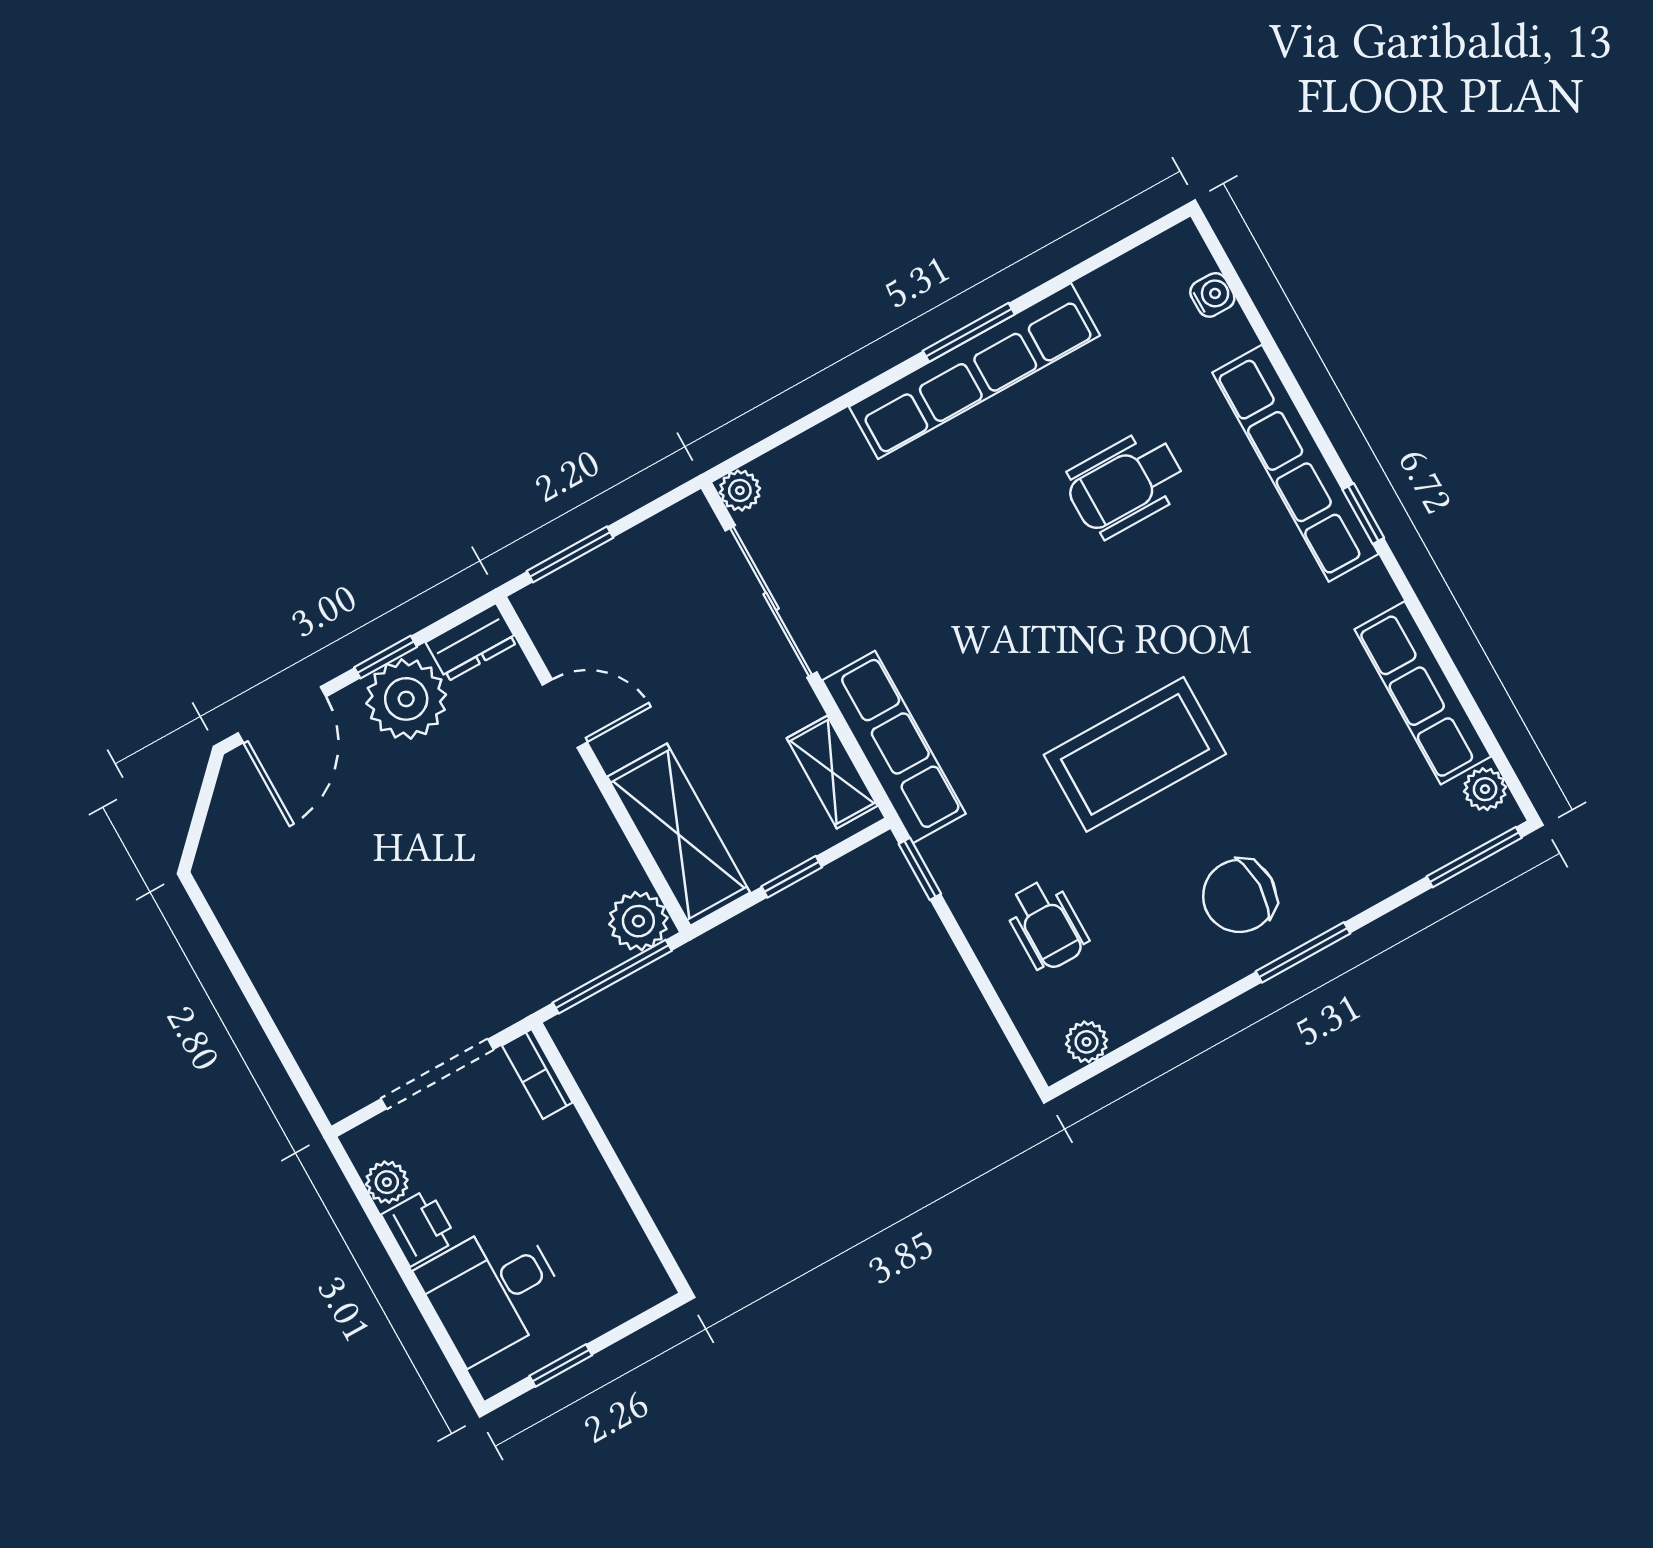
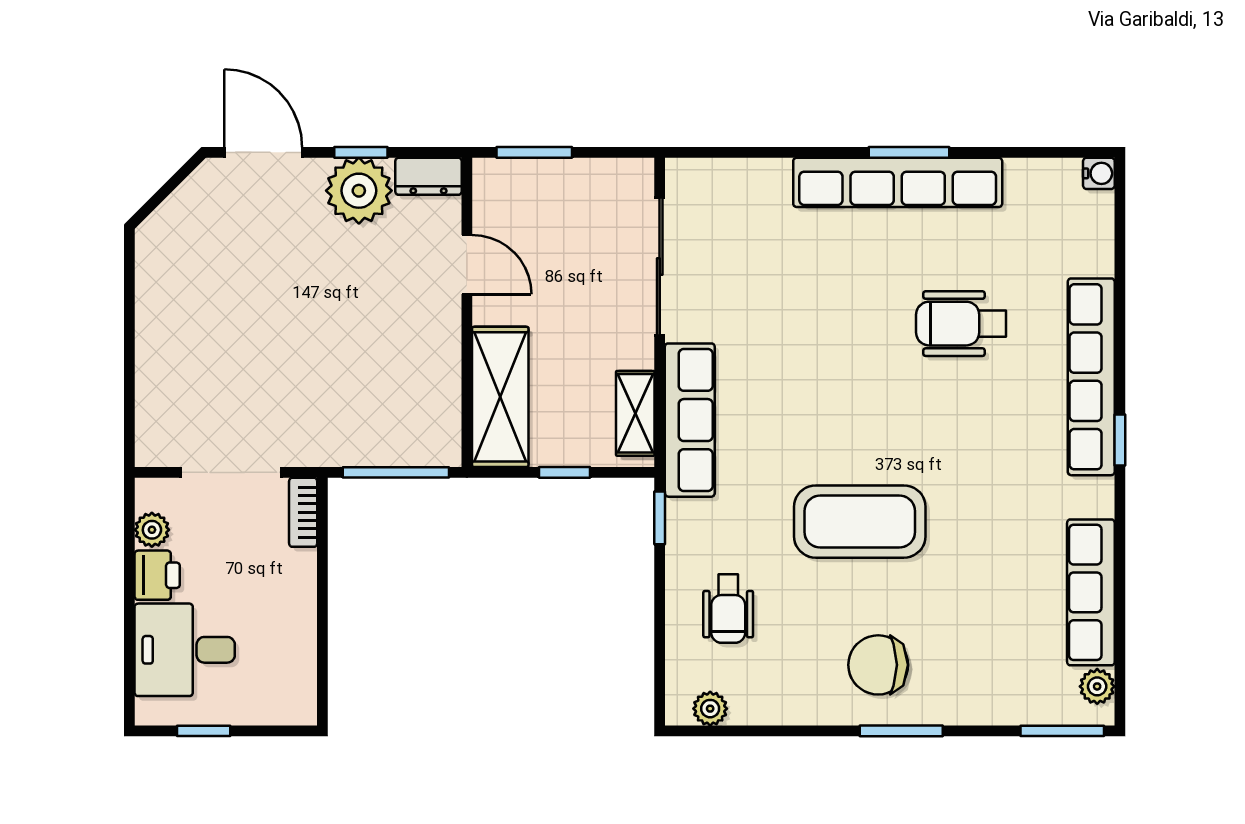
water cooler: (1212, 295) -> (1099, 173), moved
plant: (740, 490) -> (682, 174), removed
door: (282, 715) -> (263, 152), swing flipped
plant: (638, 921) -> (437, 443), removed

